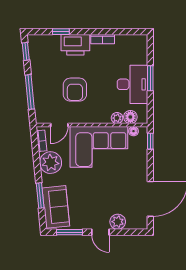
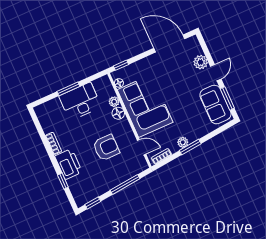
floor lamp: (130, 117) -> (118, 113), moved
plant: (51, 163) -> (183, 142), width x0.53, depth x0.53
window: (40, 196) -> (190, 147), moved
sofa: (56, 207) -> (215, 105), moved, turned -84

